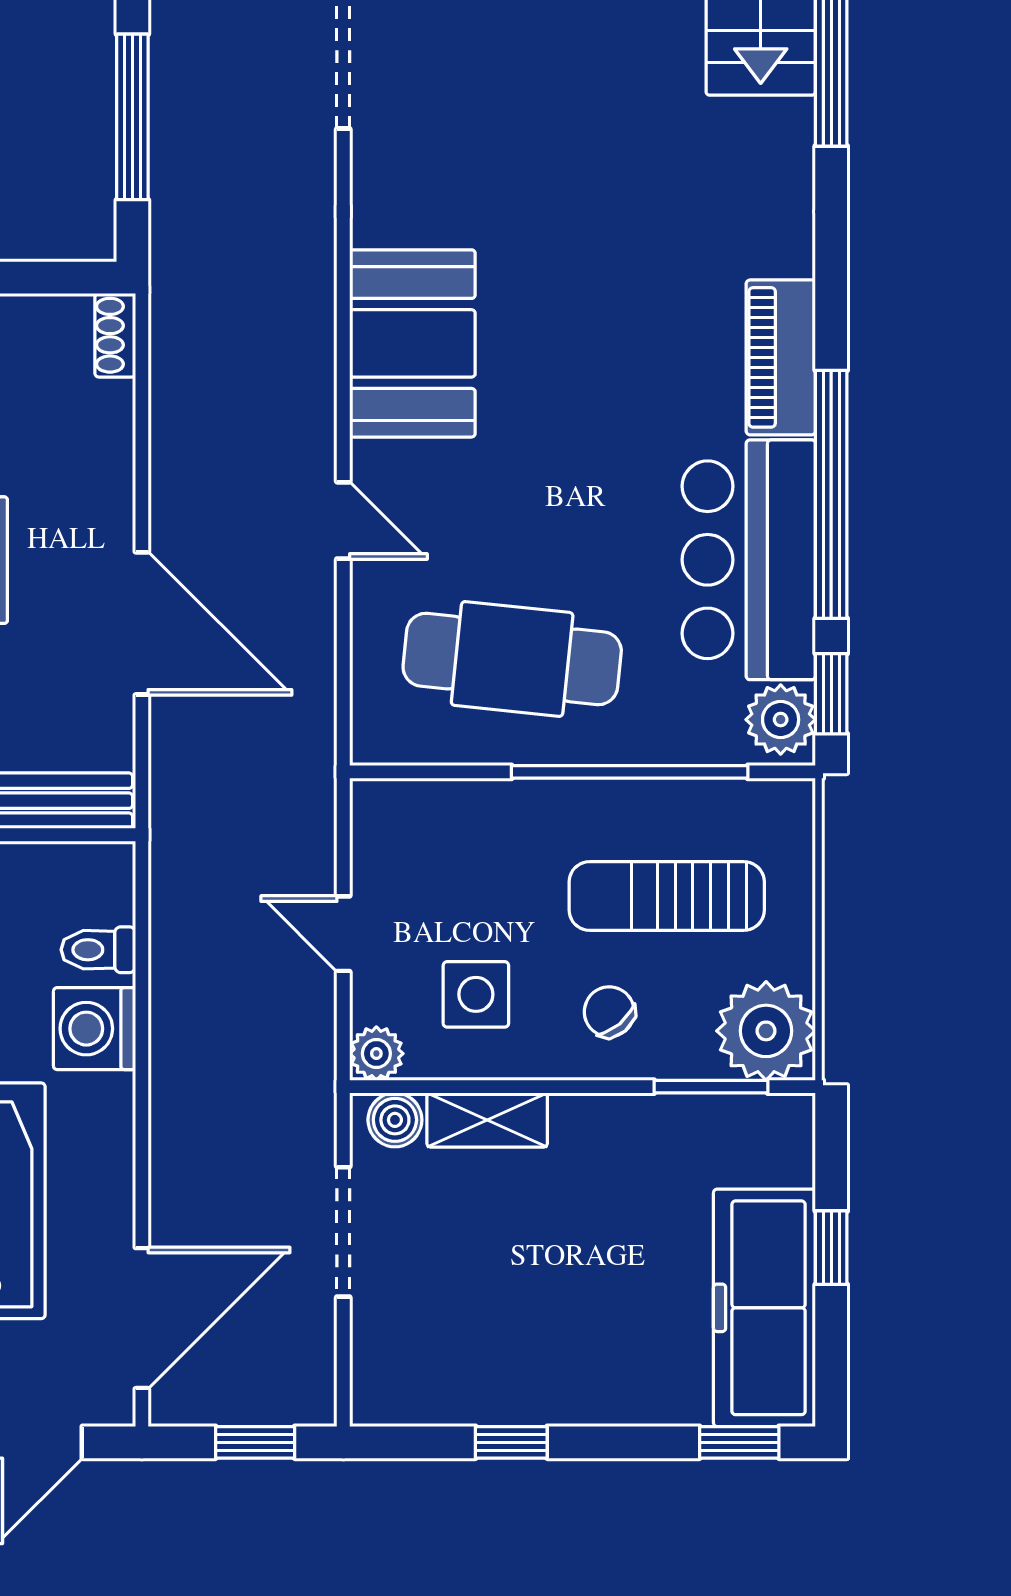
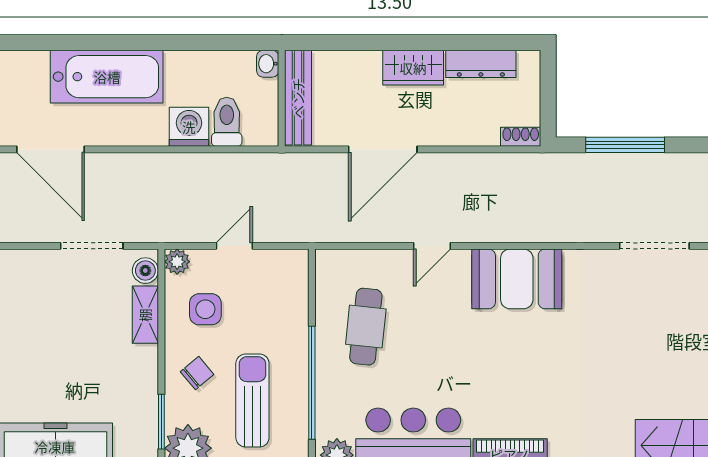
cafe table: (512, 659) -> (366, 327), width x0.73, depth x0.74
toilet: (98, 950) -> (227, 122), width x1.37, depth x1.39

